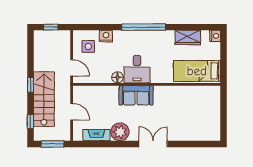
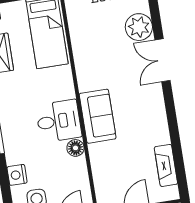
plant: (120, 132) -> (139, 27), moved
double door: (153, 144) -> (163, 60), moved

